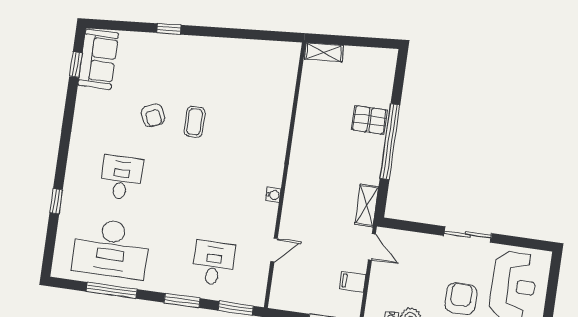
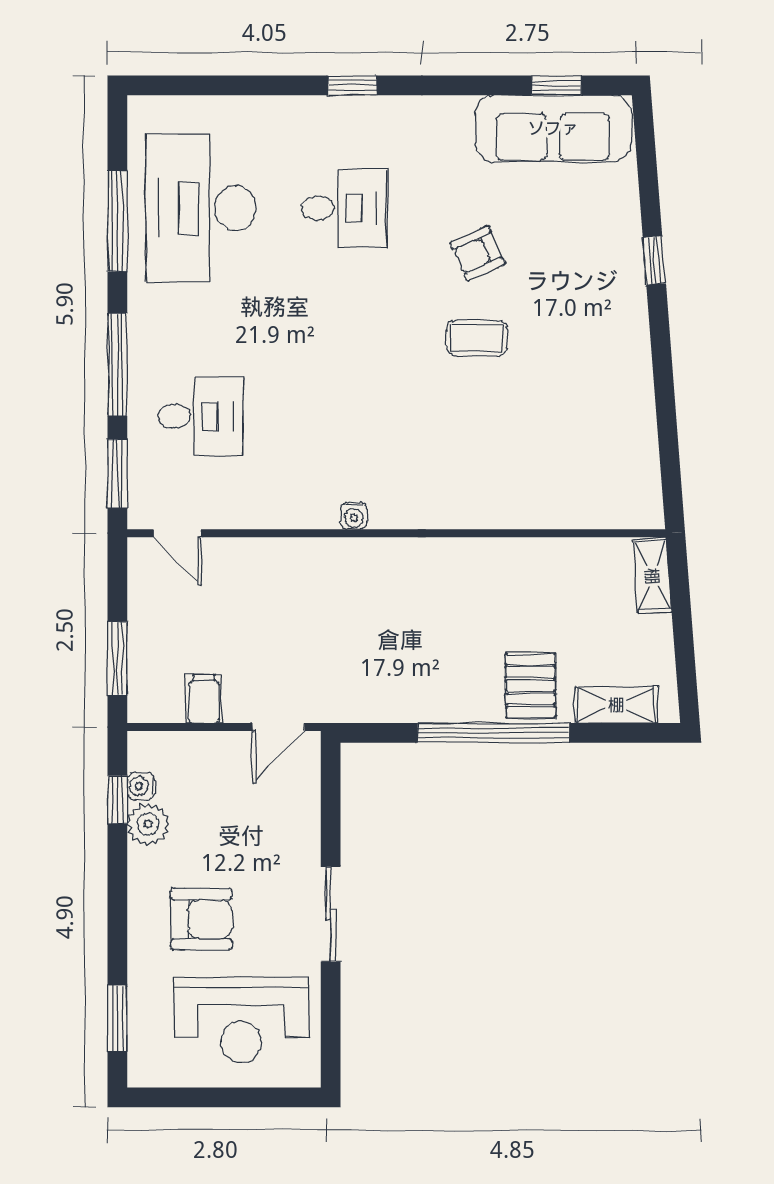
sofa: (98, 59) -> (553, 128), width x1.36
window: (56, 201) -> (353, 85), moved
shelving: (367, 205) -> (616, 705), moved
door: (274, 250) -> (177, 533), moved
window: (182, 300) -> (117, 364), width x1.44

